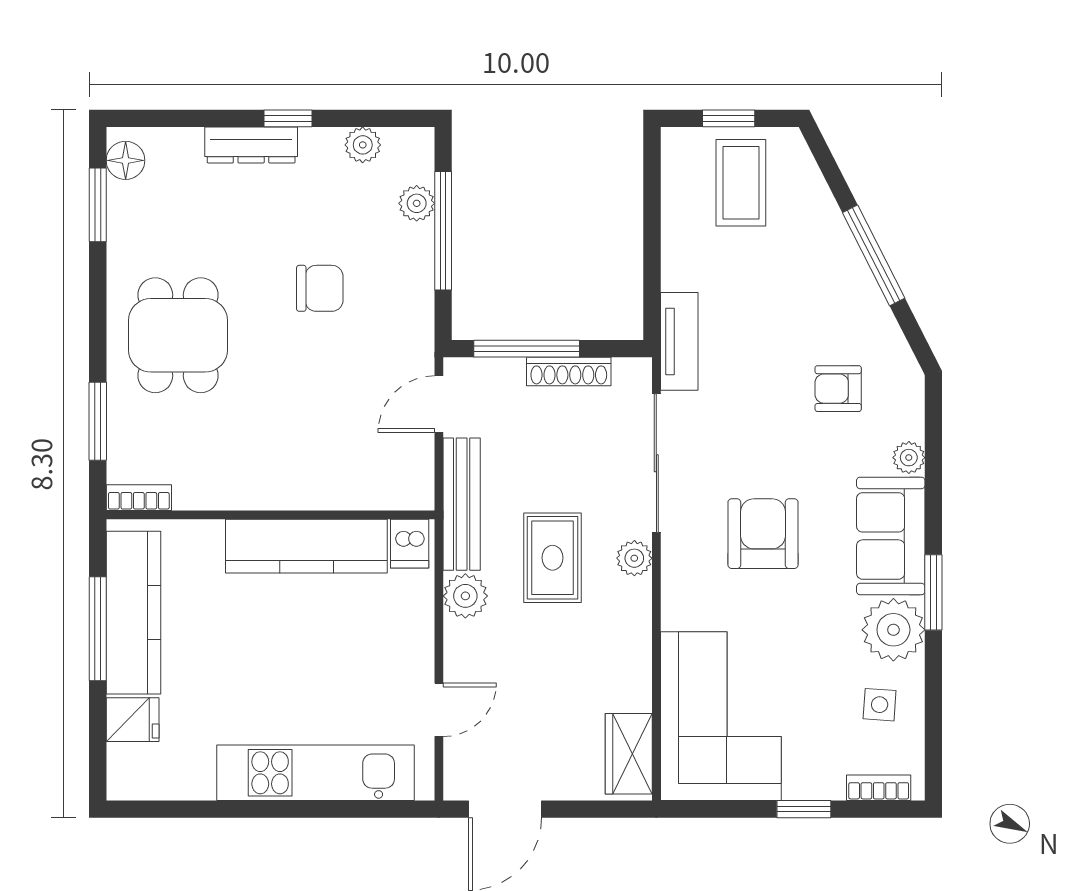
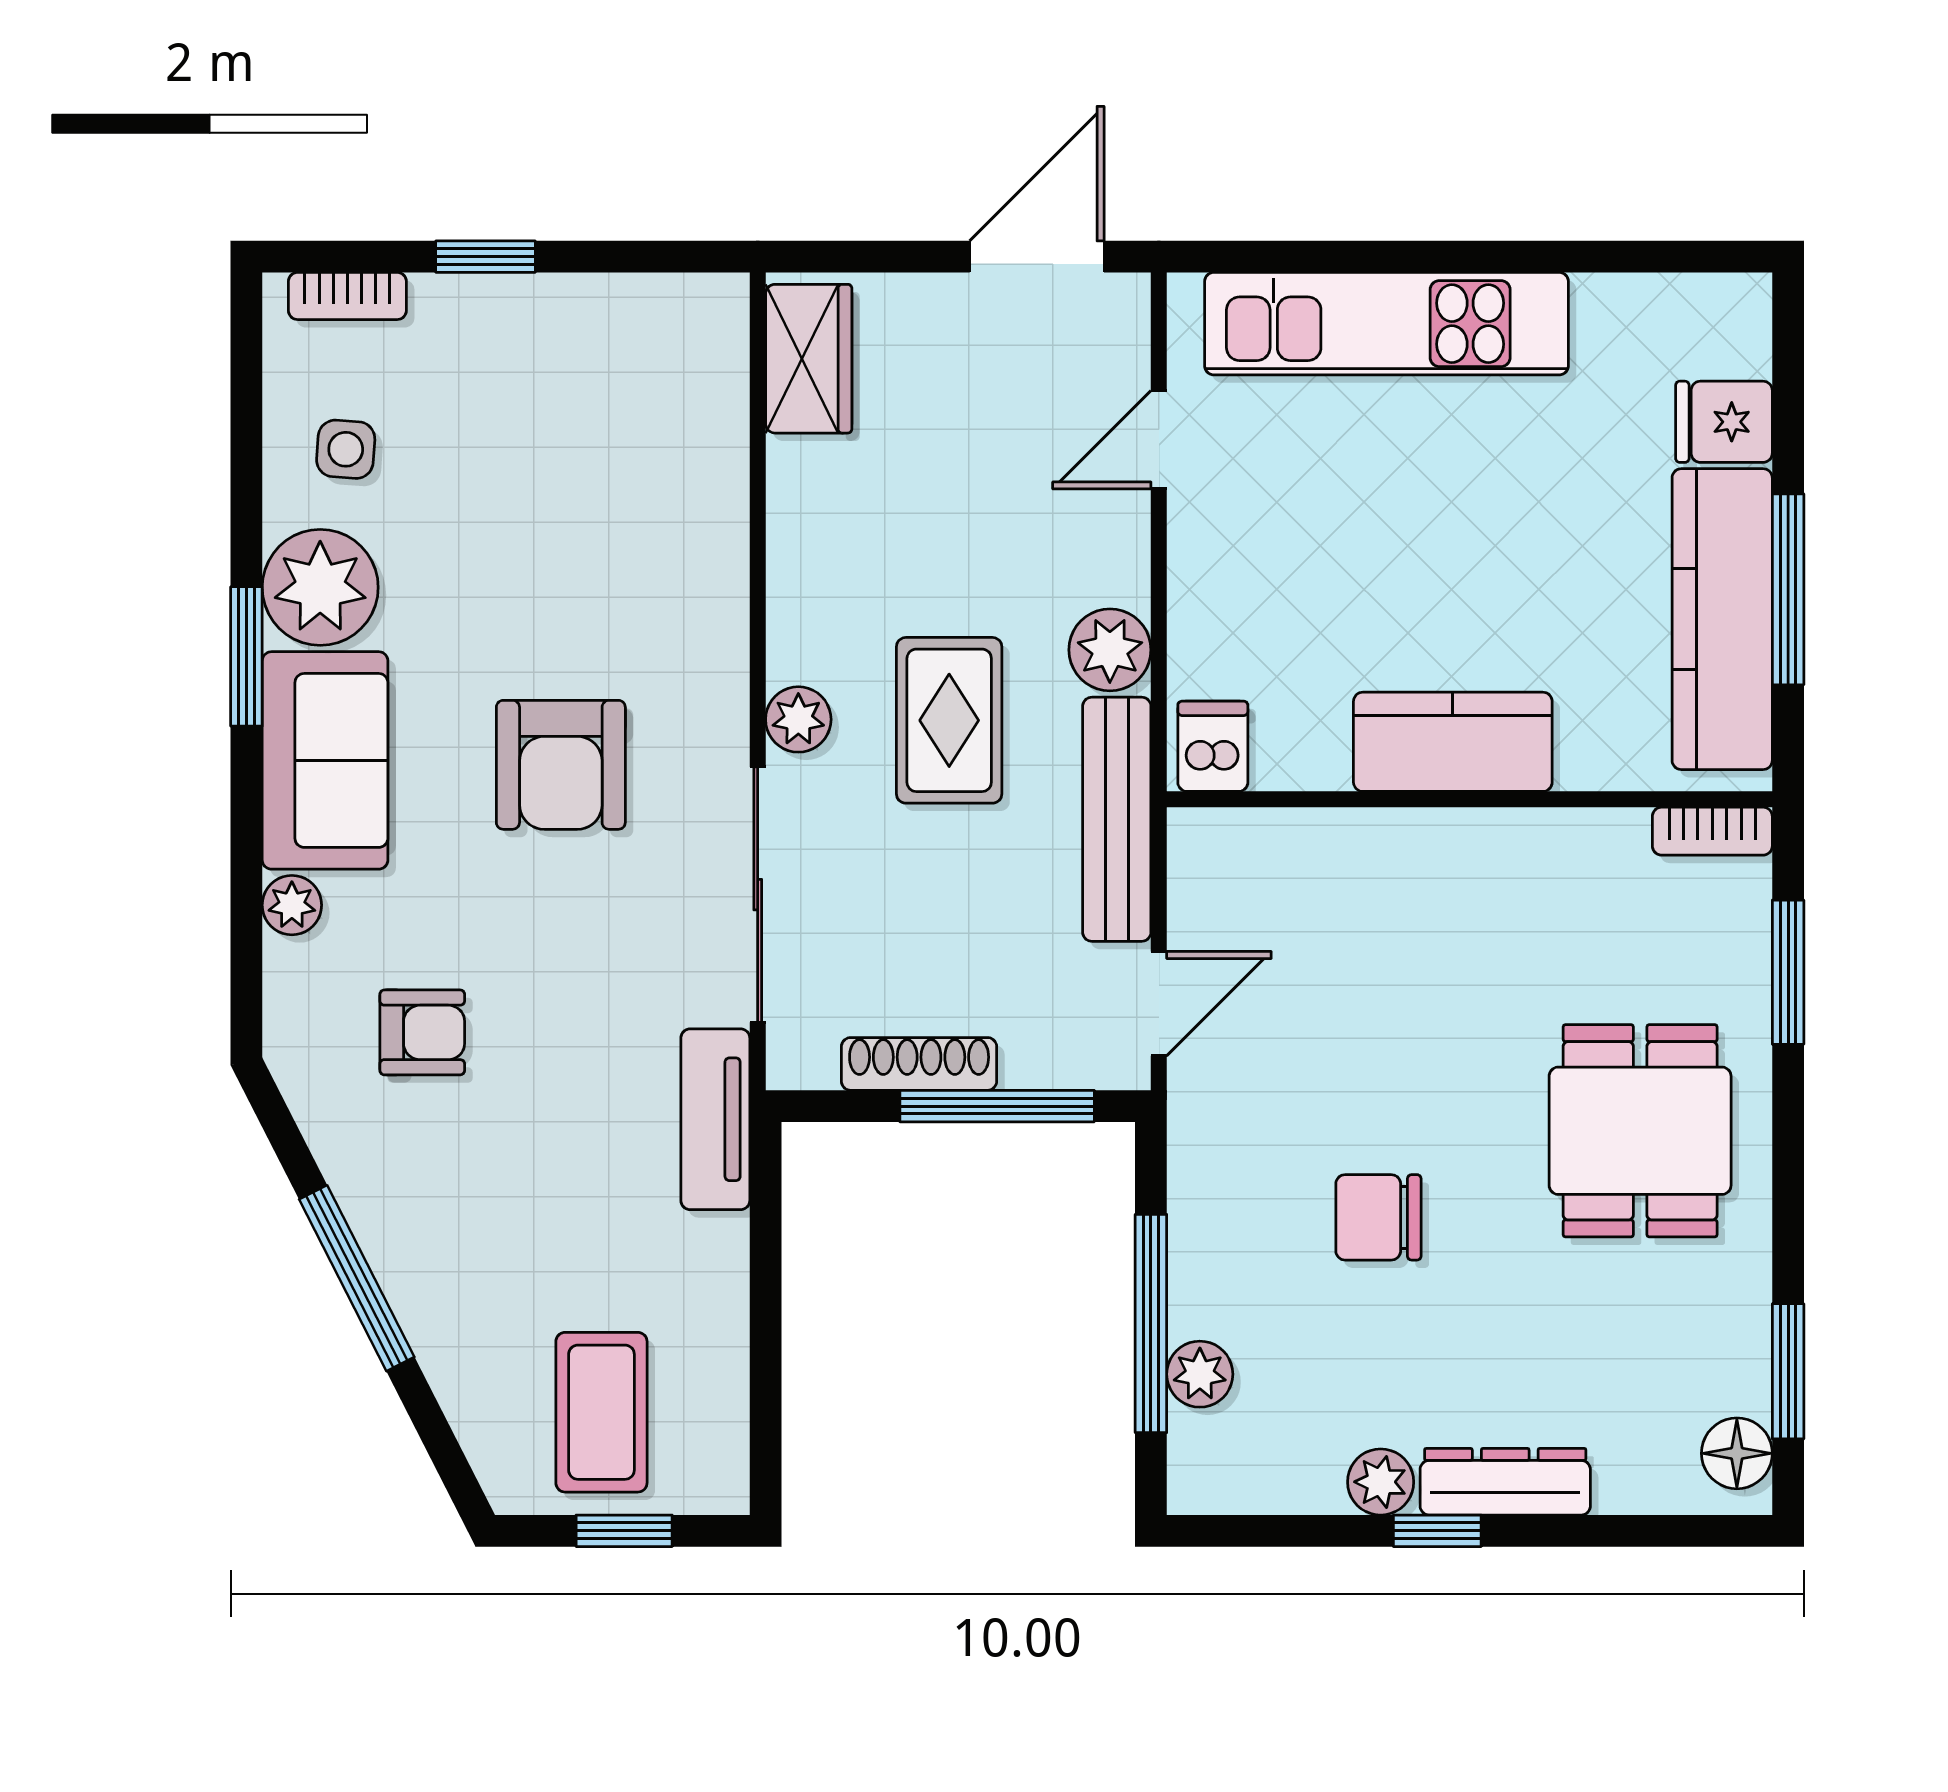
plant: (363, 145) -> (1381, 1482), moved
kitchen counter: (306, 546) -> (1453, 742), width x0.67
corner sofa: (721, 716) -> (639, 428), removed

